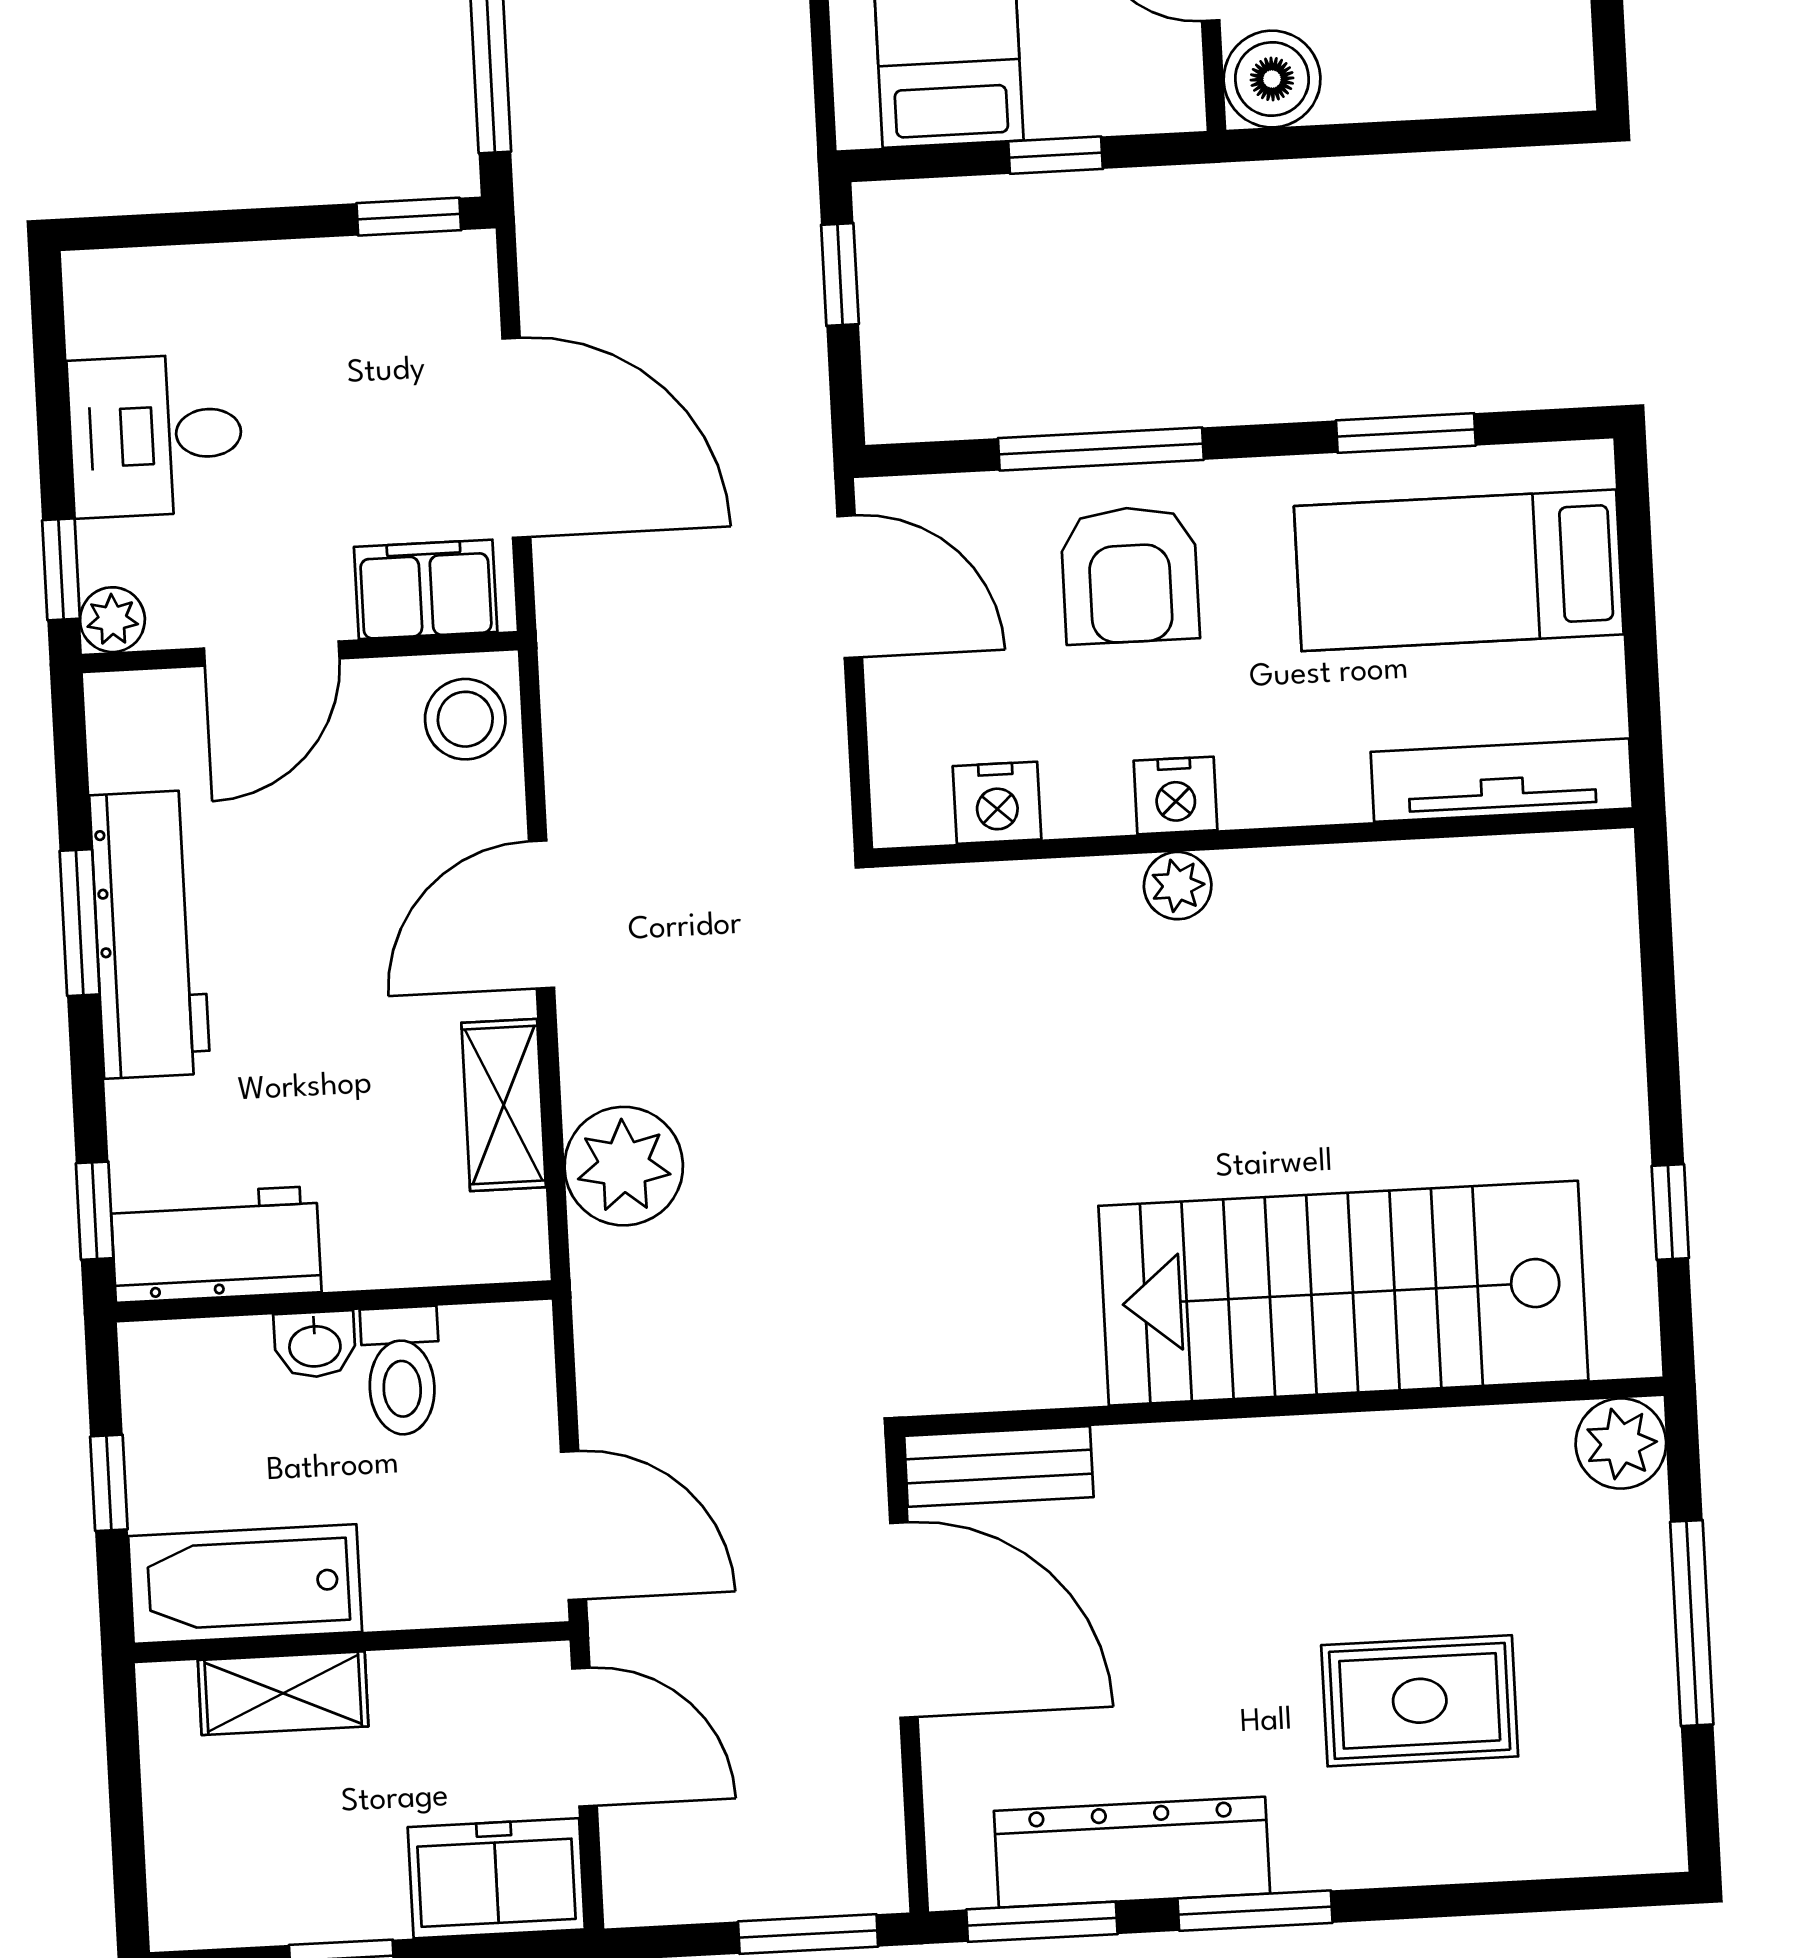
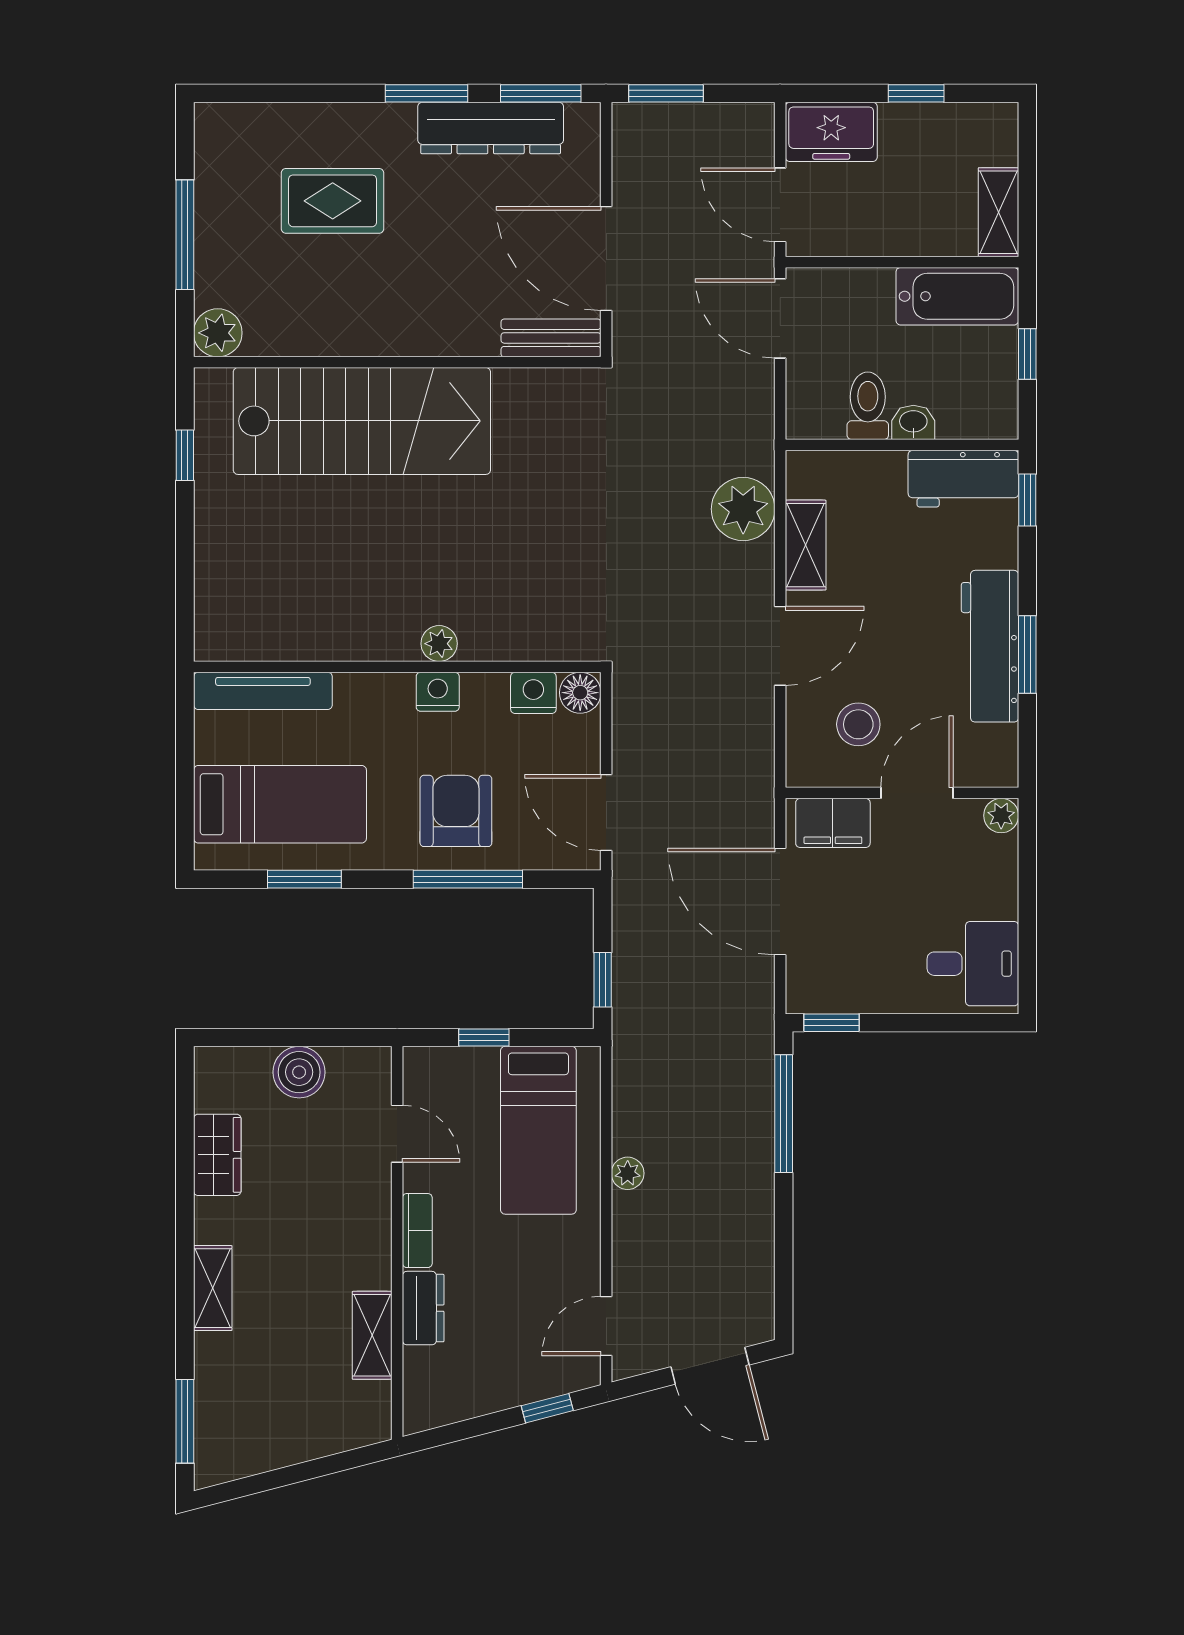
boiler: (1272, 79) -> (299, 1072), moved
desk: (156, 436) -> (973, 964), moved
window: (61, 569) -> (1027, 844), removed
stool: (465, 719) -> (858, 724), moved
floor lamp: (910, 808) -> (580, 693), added
shelving: (283, 1693) -> (998, 212), moved, turned 90

